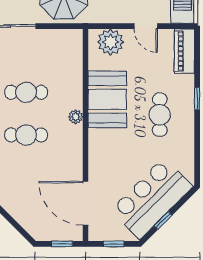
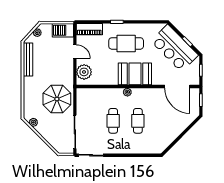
door: (146, 26) -> (75, 52), hinge flipped
booth: (107, 99) -> (135, 74), moved
cafe table: (160, 115) -> (126, 43), width x1.37, depth x1.35
door: (85, 203) -> (177, 86), hinge flipped

